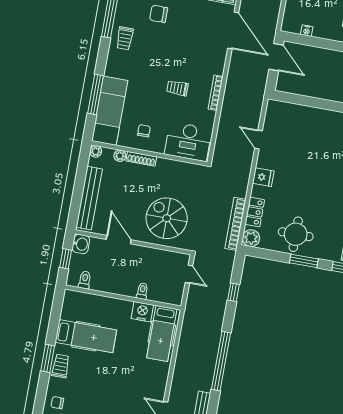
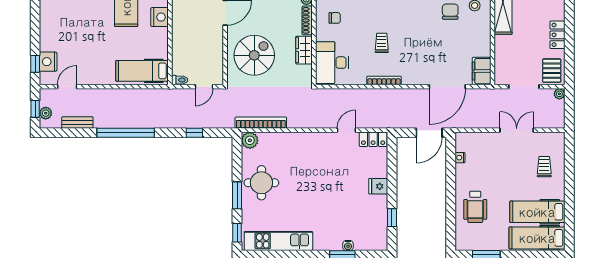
wardrobe: (170, 167) -> (304, 50), added
fridge: (263, 177) -> (378, 186), moved, turned 90
locker: (255, 212) -> (373, 139), moved
toilet: (142, 291) -> (180, 80), moved
nightstand: (142, 312) -> (160, 17), moved

